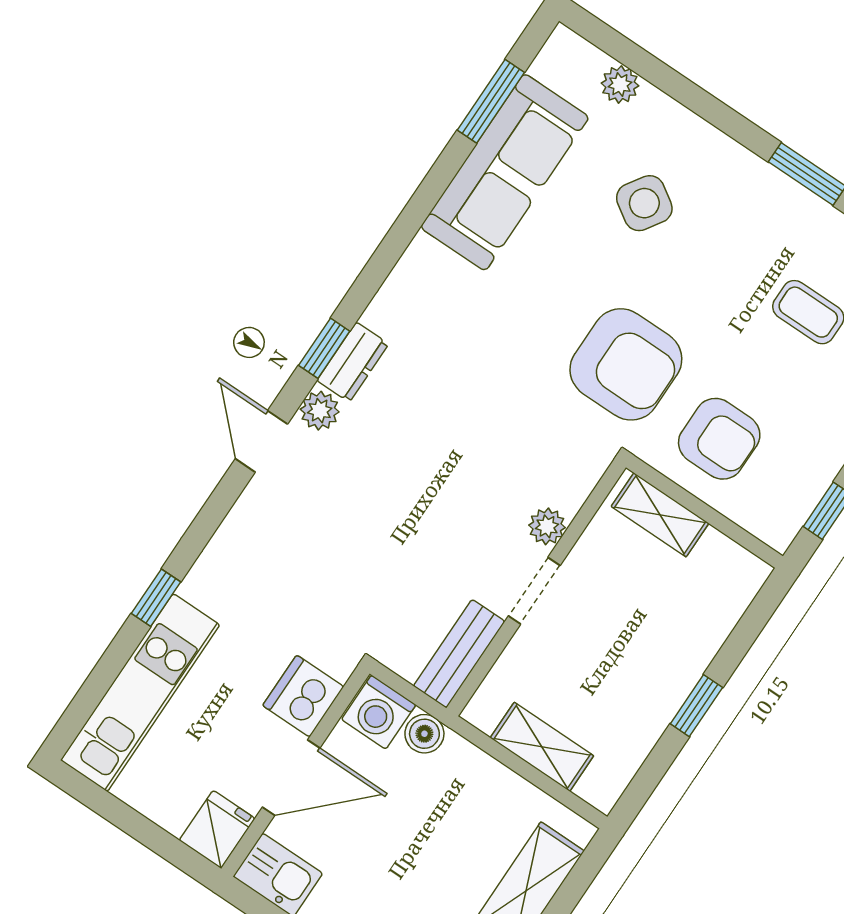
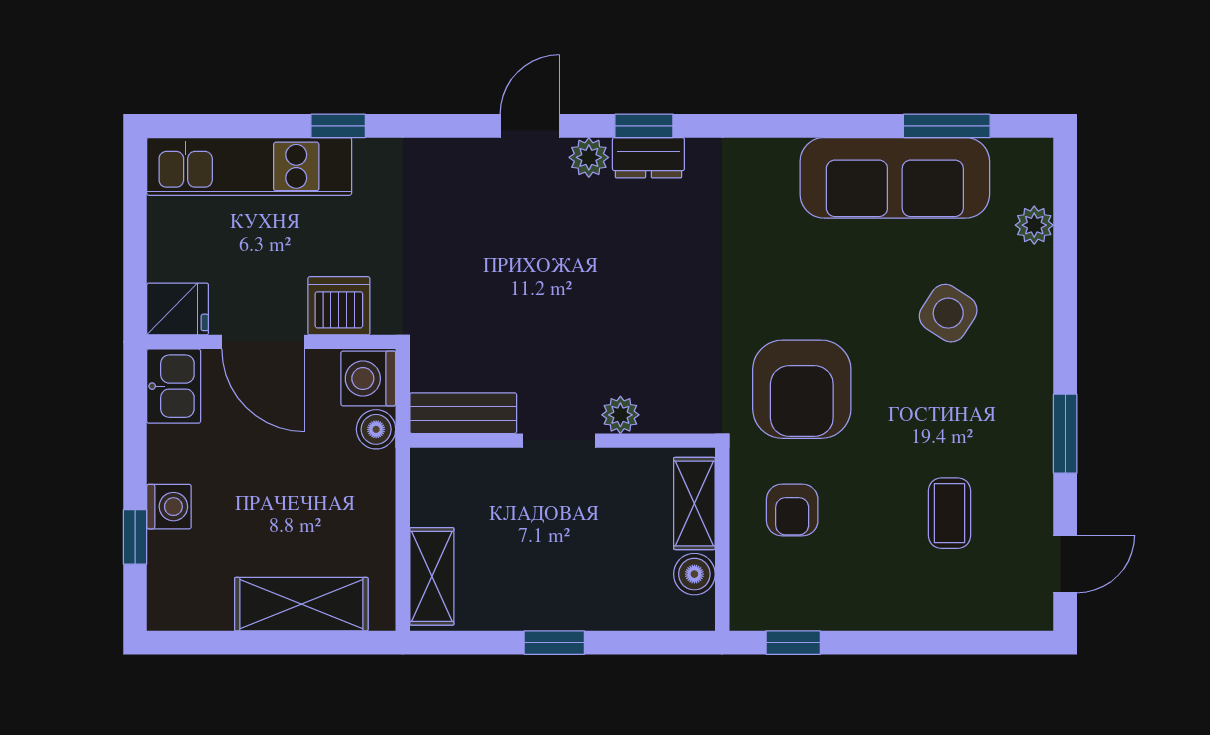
armchair: (719, 439) -> (792, 510), width x0.72, depth x0.72
boiler: (718, 554) -> (694, 574), added
shelving: (542, 747) -> (432, 576), moved

